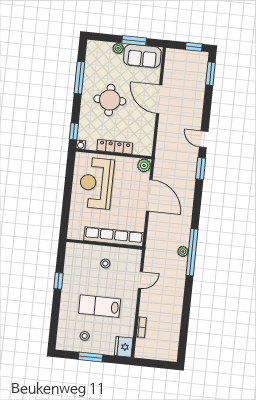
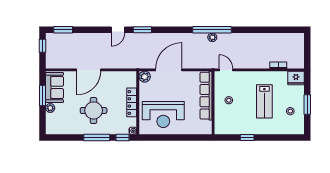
window: (79, 78) -> (97, 137), moved
door: (141, 280) -> (226, 70), moved

